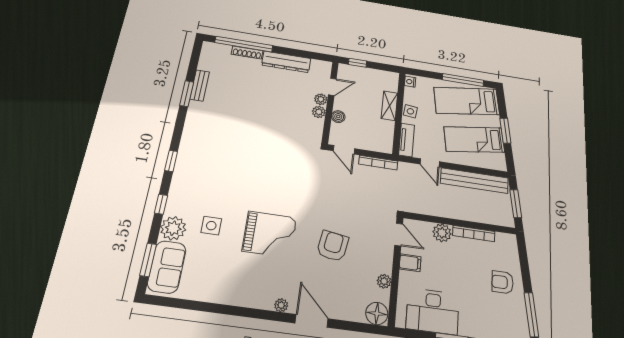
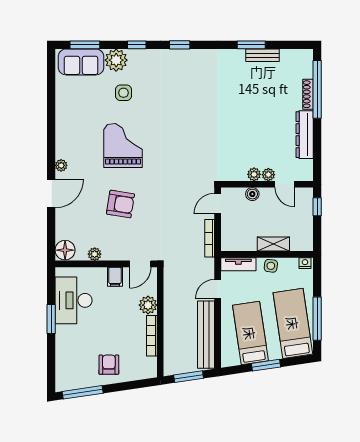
grand piano: (269, 234) -> (123, 146), turned 180

